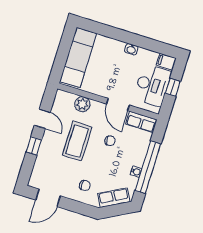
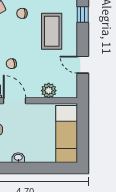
coffee table: (77, 141) -> (52, 31), moved
window: (34, 146) -> (83, 15), moved

